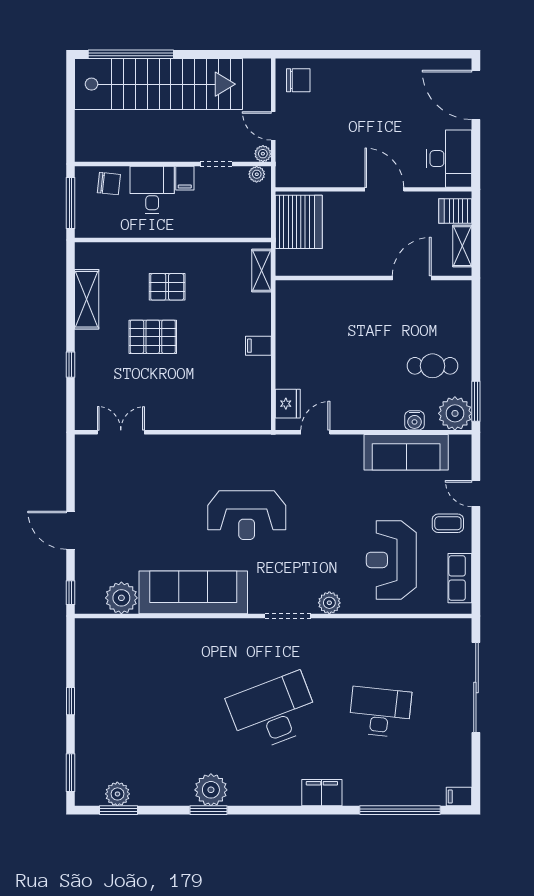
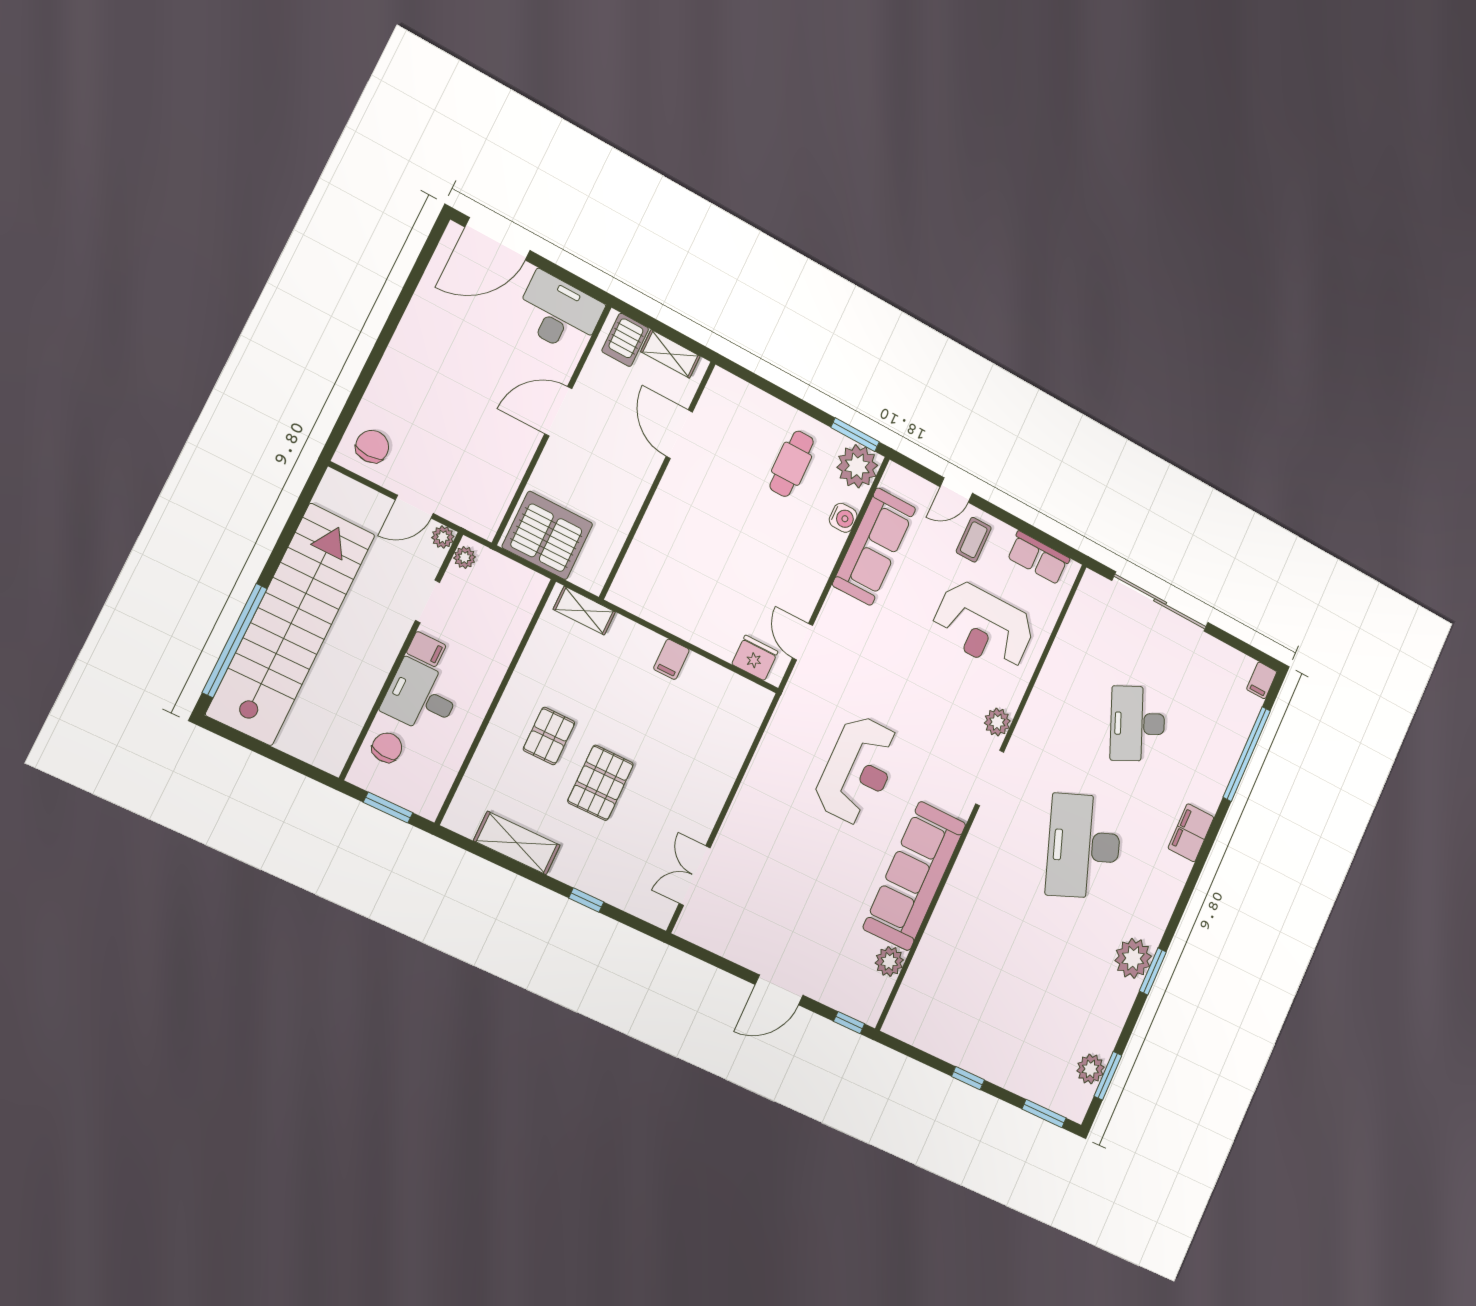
window: (70, 203) -> (388, 808), width x0.69
plant: (121, 598) -> (889, 961), width x0.73, depth x0.73
desk: (380, 712) -> (1138, 724), turned -30

